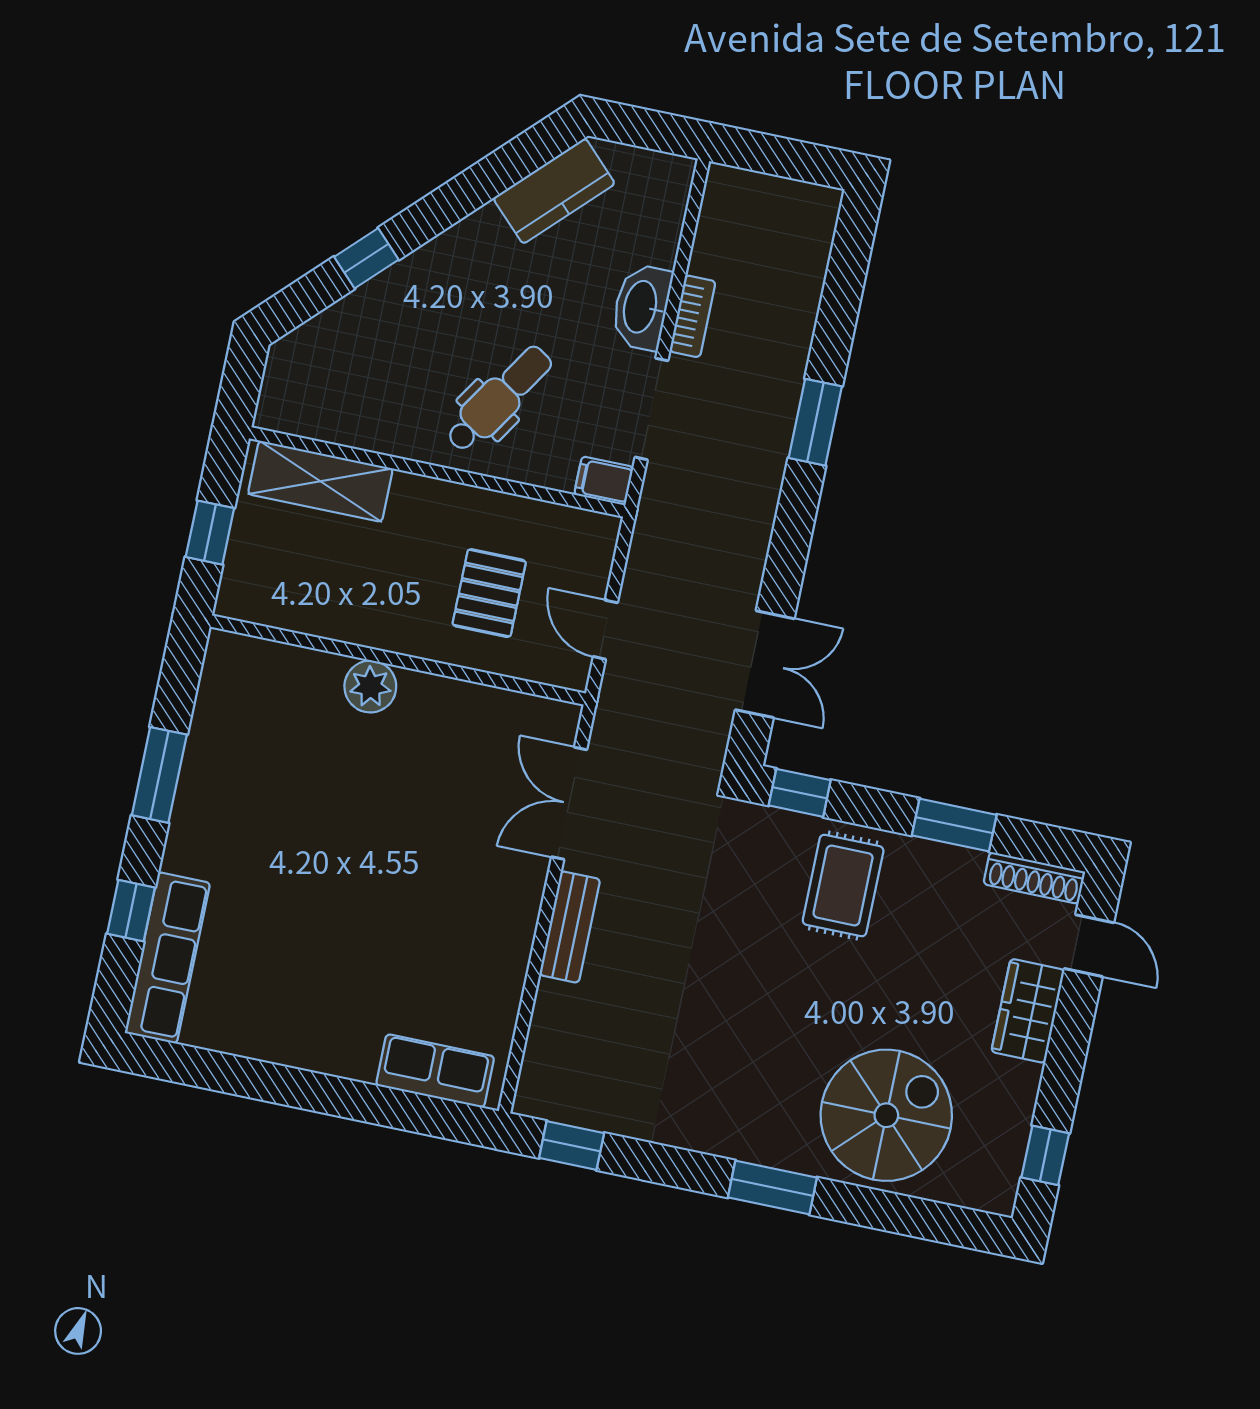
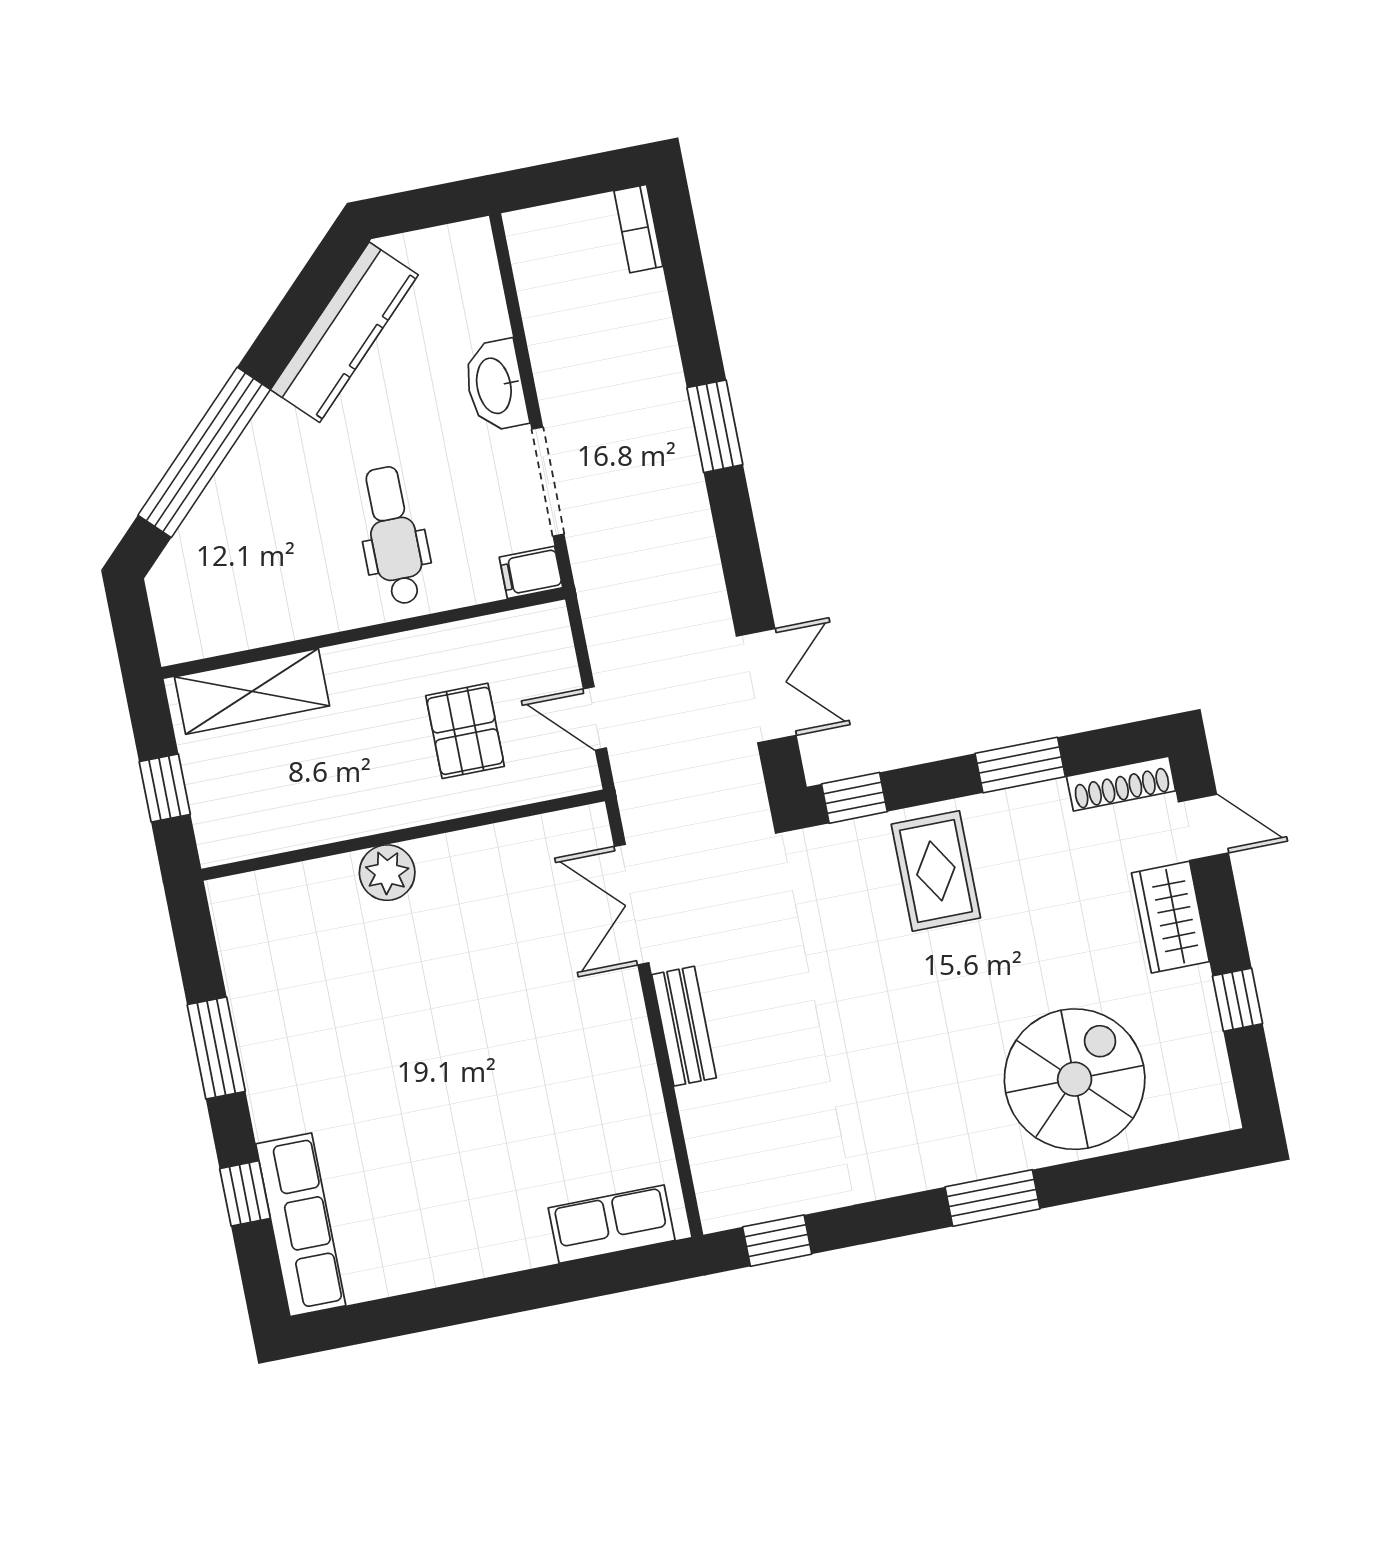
kitchen counter: (554, 191) -> (344, 332), width x1.50
window: (366, 258) -> (204, 452), width x3.17
bookcase: (693, 316) -> (638, 229), moved, turned 180
dental chair: (499, 399) -> (394, 535), turned -33
window: (1045, 1155) -> (1237, 1000), moved

